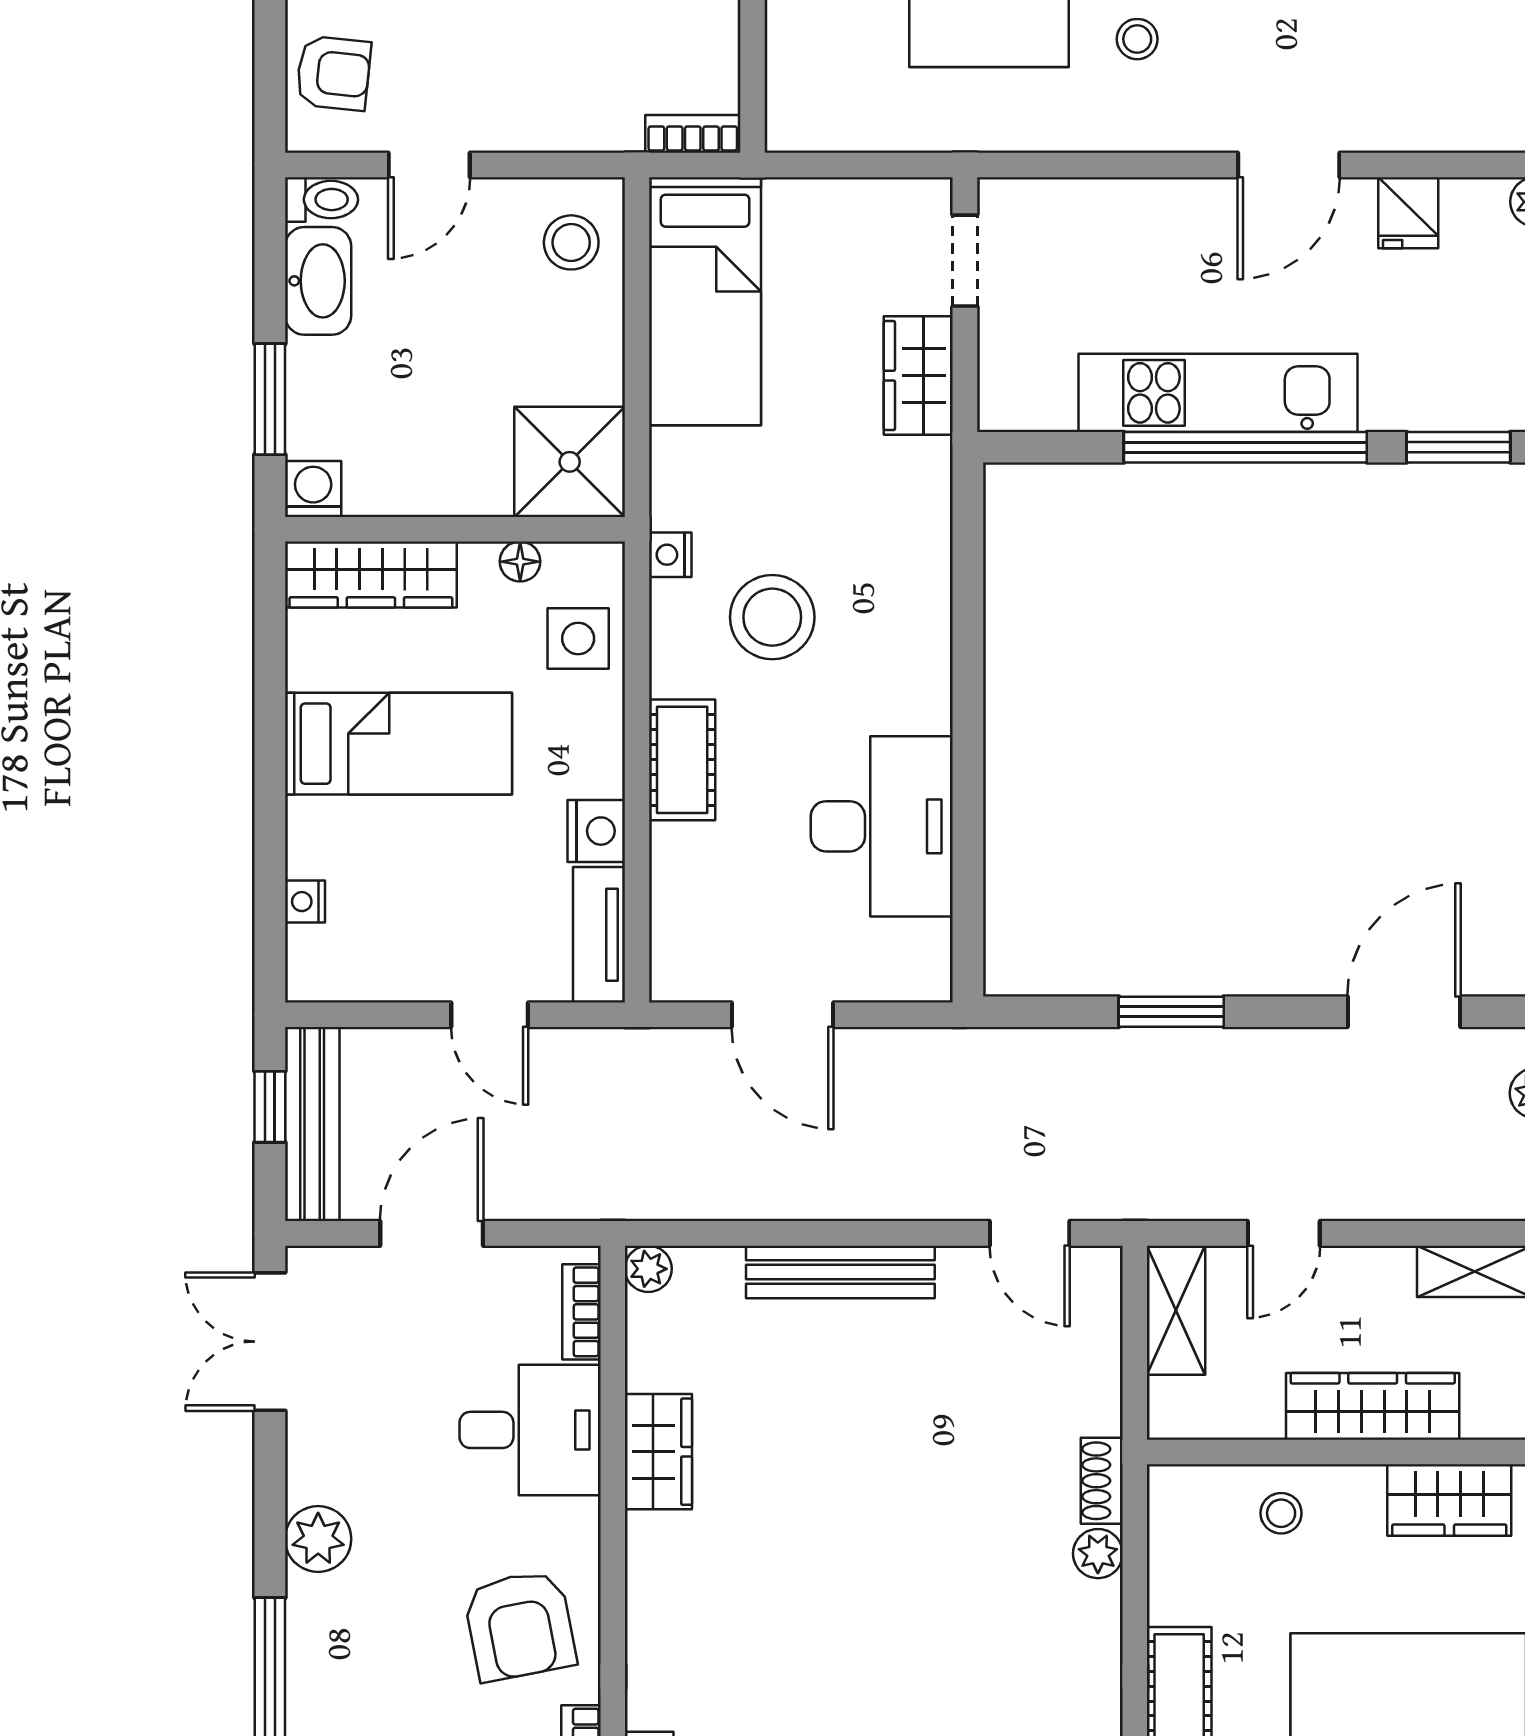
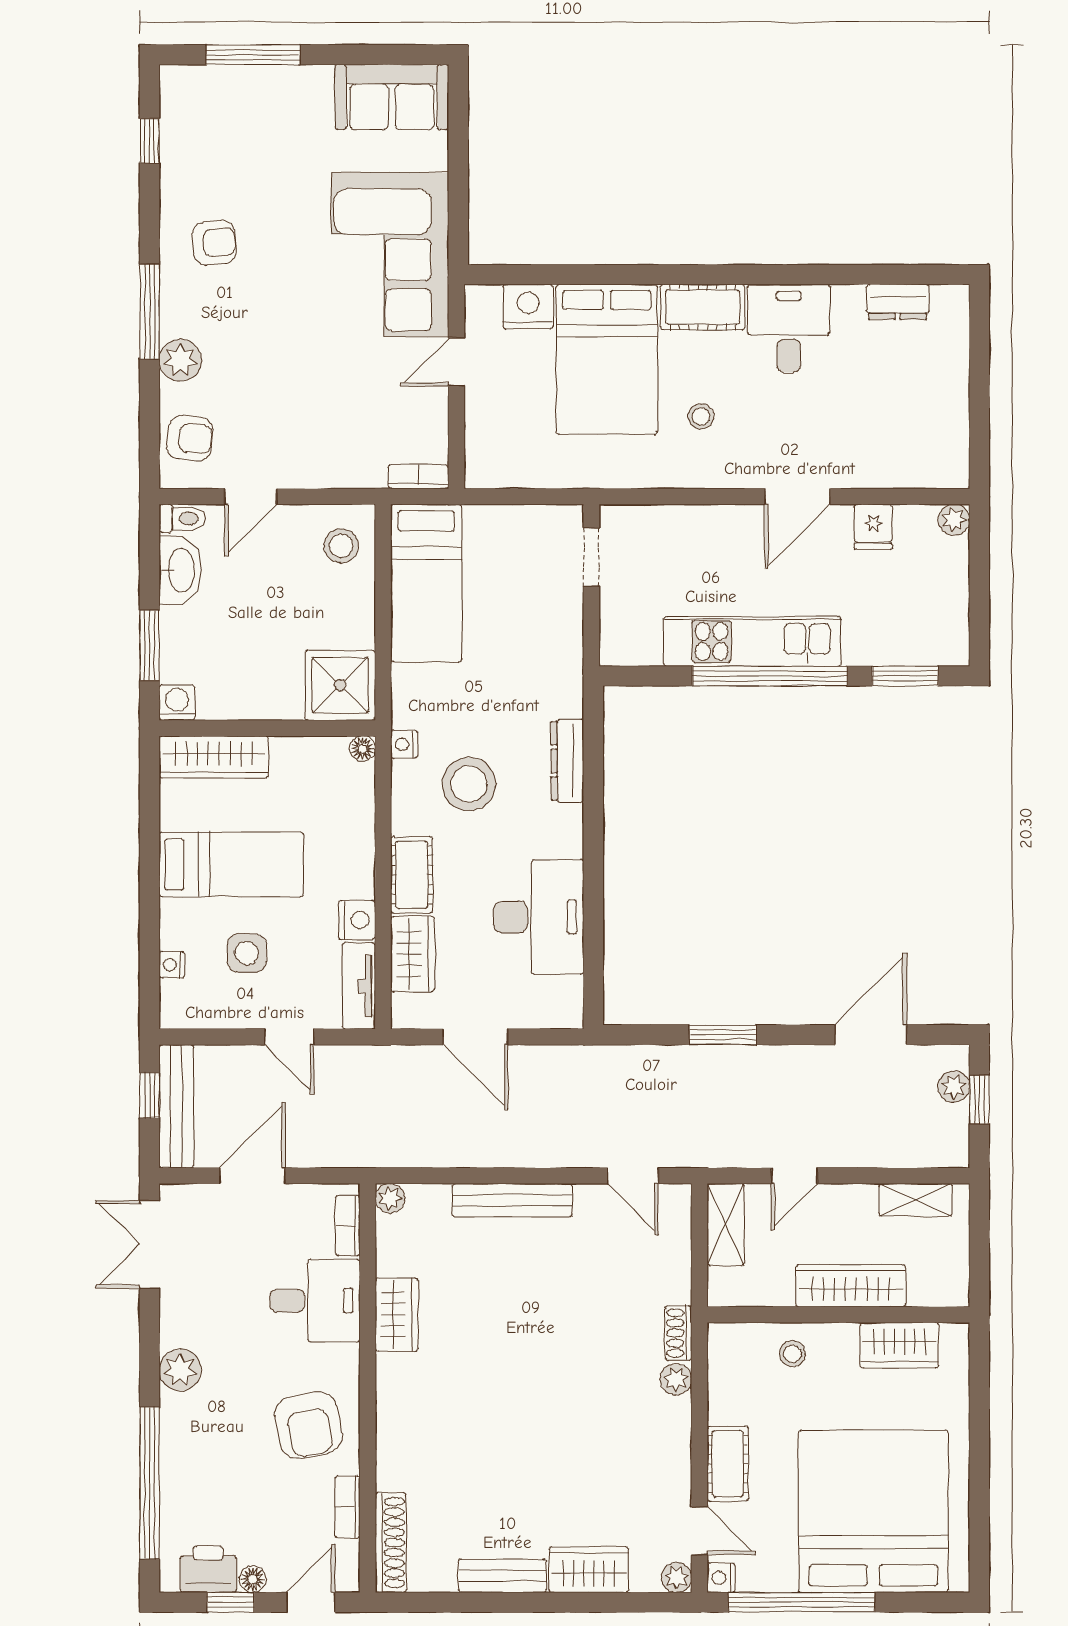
wardrobe: (918, 376) -> (413, 954), moved, turned 180
floor lamp: (520, 562) -> (362, 749), moved
dresser: (927, 581) -> (567, 761), added
side table: (578, 639) -> (247, 953), moved

